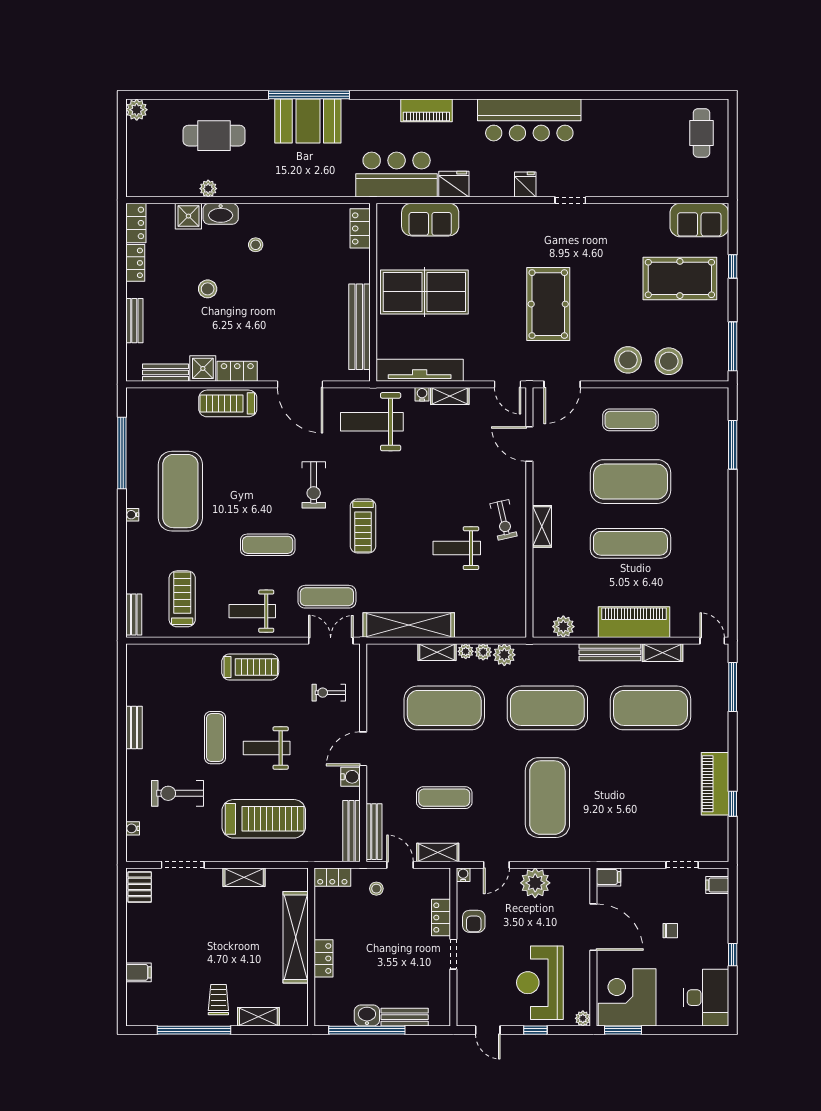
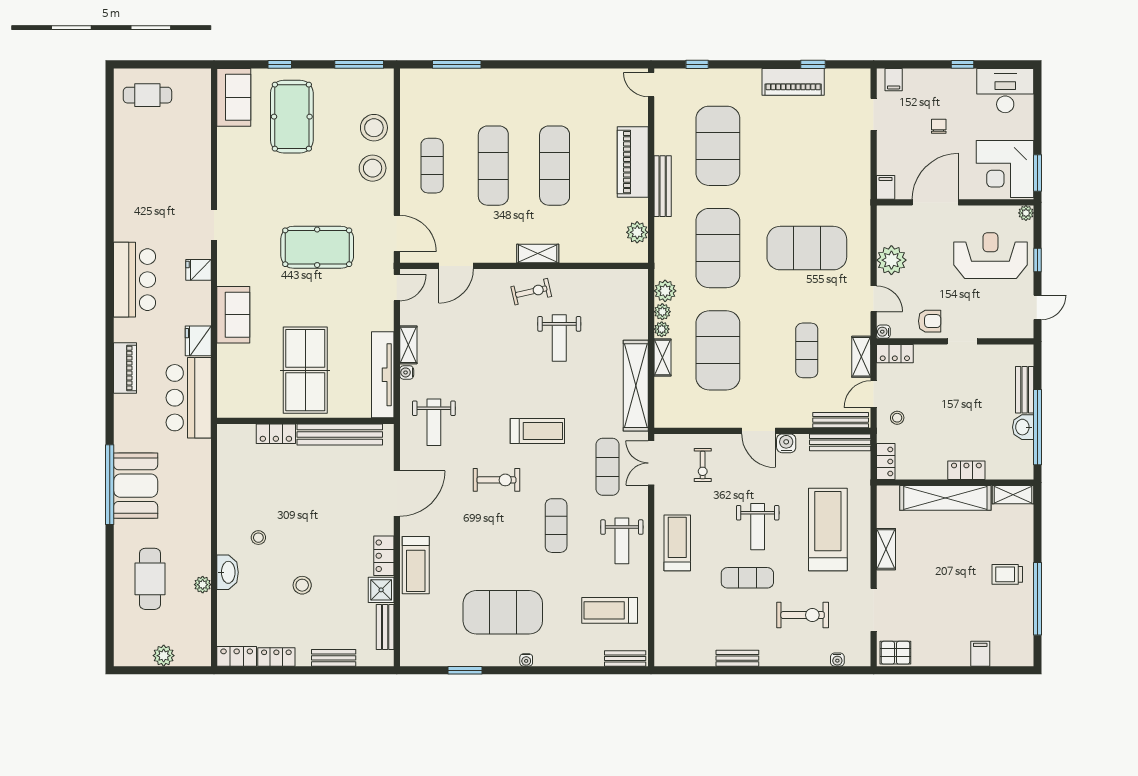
plant: (137, 110) -> (164, 656), moved
bar counter: (529, 120) -> (135, 280), width x0.73
shower: (188, 216) -> (230, 604), removed
sofa: (430, 220) -> (233, 315), moved
locker: (360, 228) -> (276, 434), moved
weight bench: (372, 422) -> (434, 422), width x0.73, depth x0.75
window: (122, 453) -> (465, 670), width x0.47
exercise mat: (630, 482) -> (493, 166), width x0.68
door: (712, 641) -> (651, 85), hinge flipped
shelving: (662, 653) -> (663, 134), removed
window: (733, 687) -> (697, 64), width x0.46
exercise bike: (178, 793) -> (803, 615), turned -90
locker: (441, 918) -> (895, 354), moved
reception desk: (540, 983) -> (990, 256), turned 180
shelving: (258, 1017) -> (1013, 495), moved, turned 90

